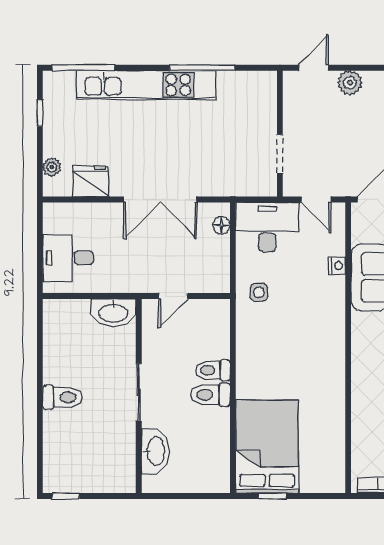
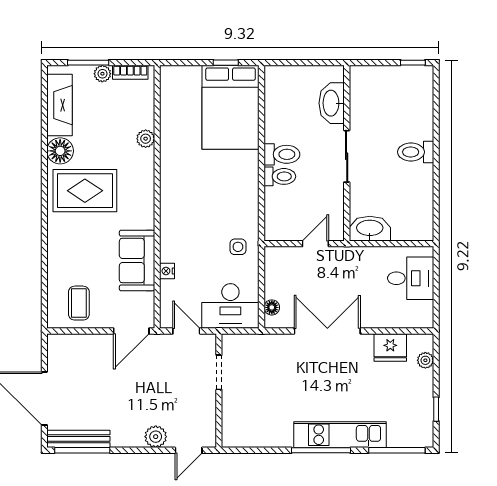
window: (202, 68) -> (321, 450), moved
kitchen unit: (146, 85) -> (340, 435), width x0.73
plant: (361, 412) -> (146, 139), added

